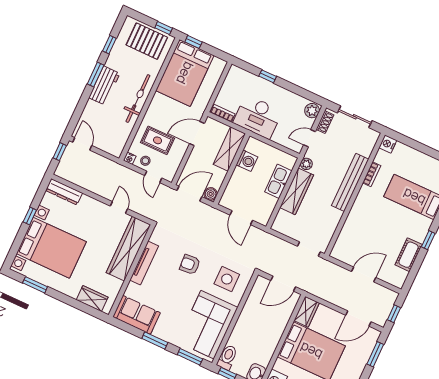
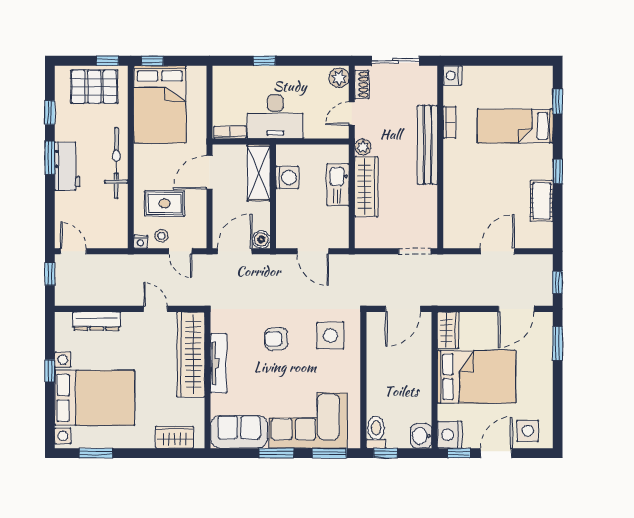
dresser: (64, 192) -> (97, 321), moved
corner sofa: (207, 325) -> (308, 420), moved, turned 90

